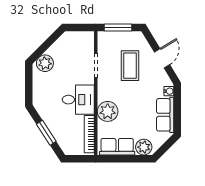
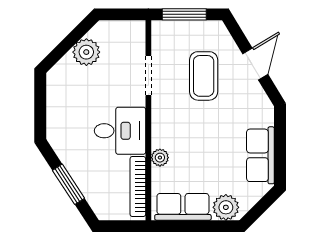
plant: (45, 63) -> (86, 52), moved
water cooler: (169, 91) -> (266, 117), removed
plant: (108, 111) -> (160, 158), width x0.53, depth x0.53

